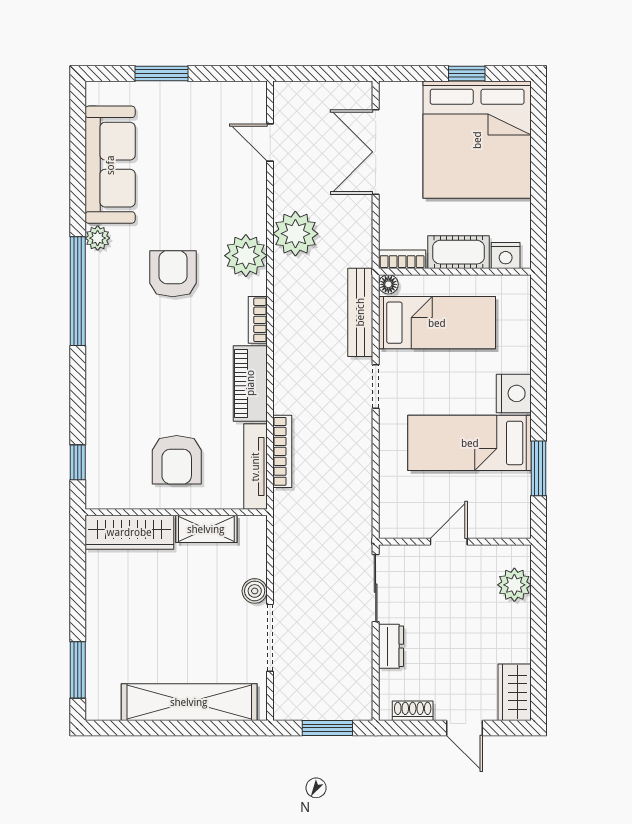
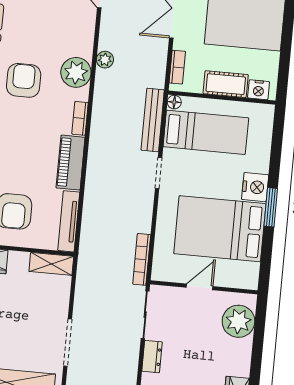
plant: (295, 234) -> (105, 60), width x0.53, depth x0.53
bookcase: (402, 259) -> (177, 67), moved, turned 90
bed: (470, 443) -> (220, 229), width x1.50
bookcase: (282, 451) -> (142, 259), moved, turned 180
window: (539, 468) -> (271, 207), moved
shelving: (206, 529) -> (51, 264), moved
plant: (514, 585) -> (238, 321), width x1.36, depth x1.36
boiler: (255, 591) -> (60, 309), removed

